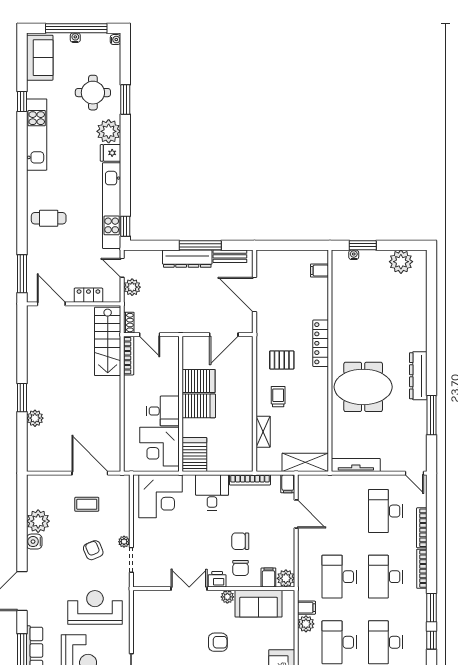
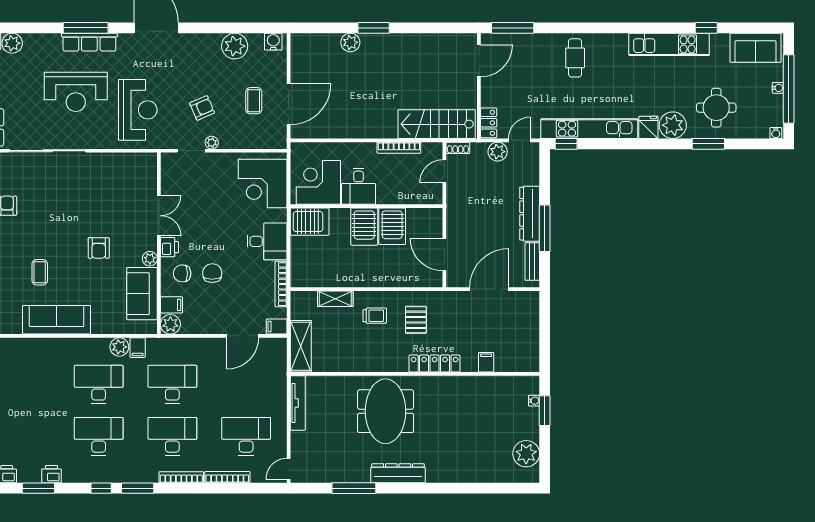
filing cabinet: (320, 271) -> (486, 362), moved
locker: (88, 295) -> (489, 123), moved
bookcase: (129, 356) -> (399, 148), moved
water cooler: (34, 542) -> (273, 42), moved

